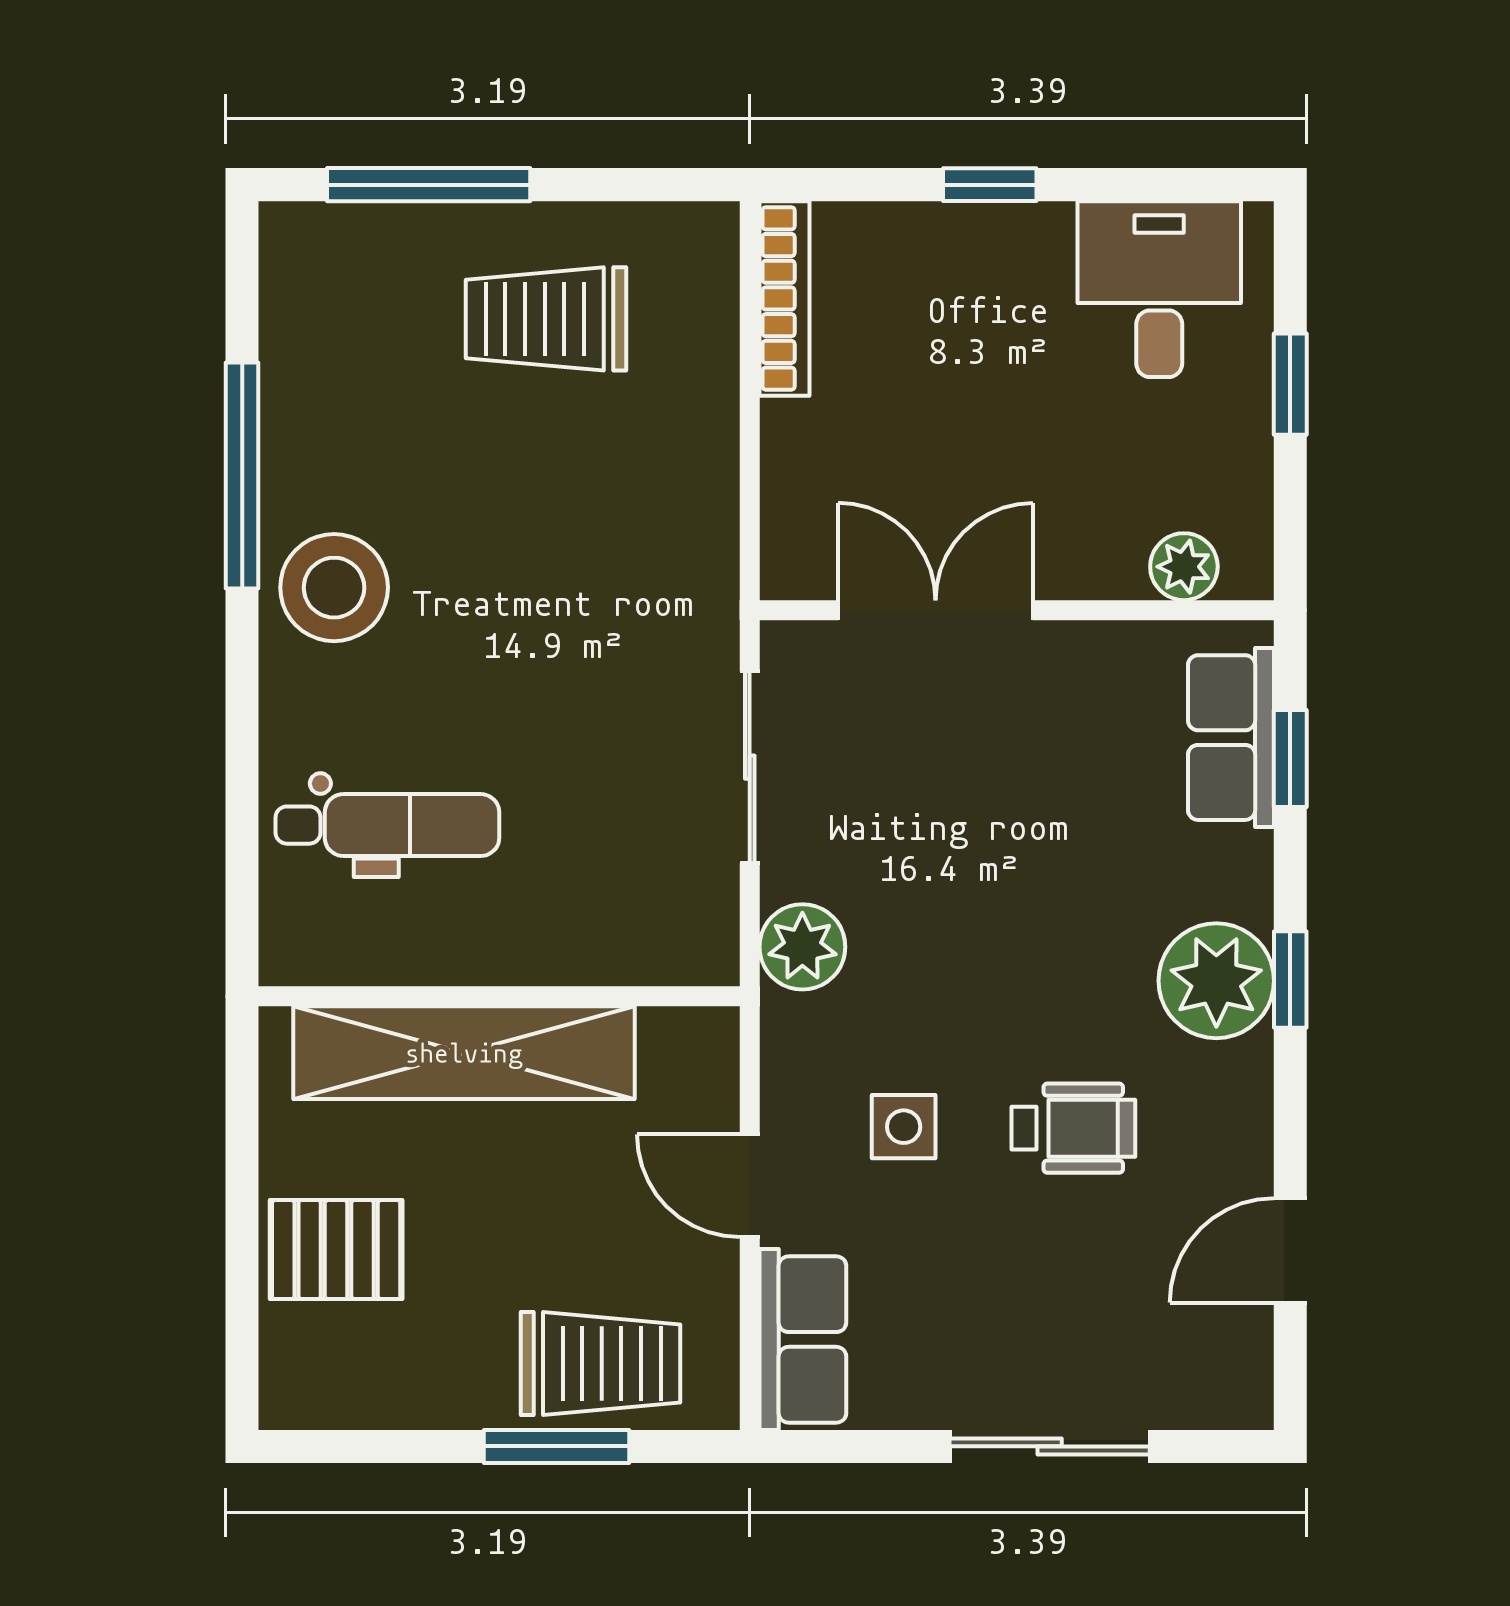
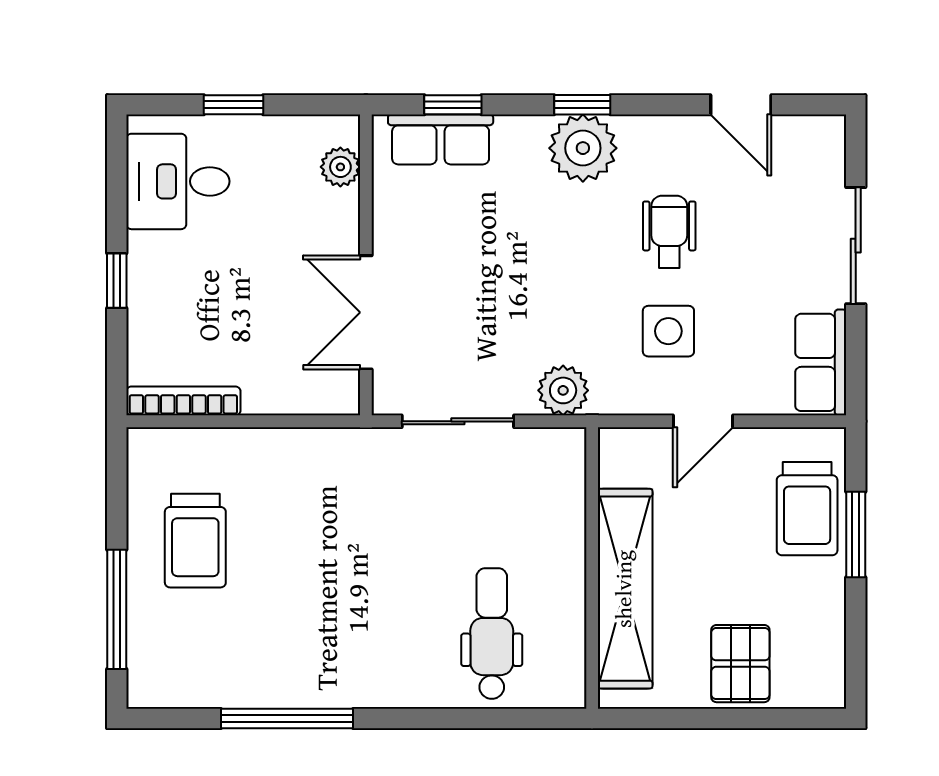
stool: (334, 588) -> (353, 665), removed
side table: (904, 1127) -> (668, 331), width x1.37, depth x1.37
row of seats: (803, 1339) -> (821, 362), moved, turned -90
trolley: (601, 1364) -> (807, 509), turned 180

